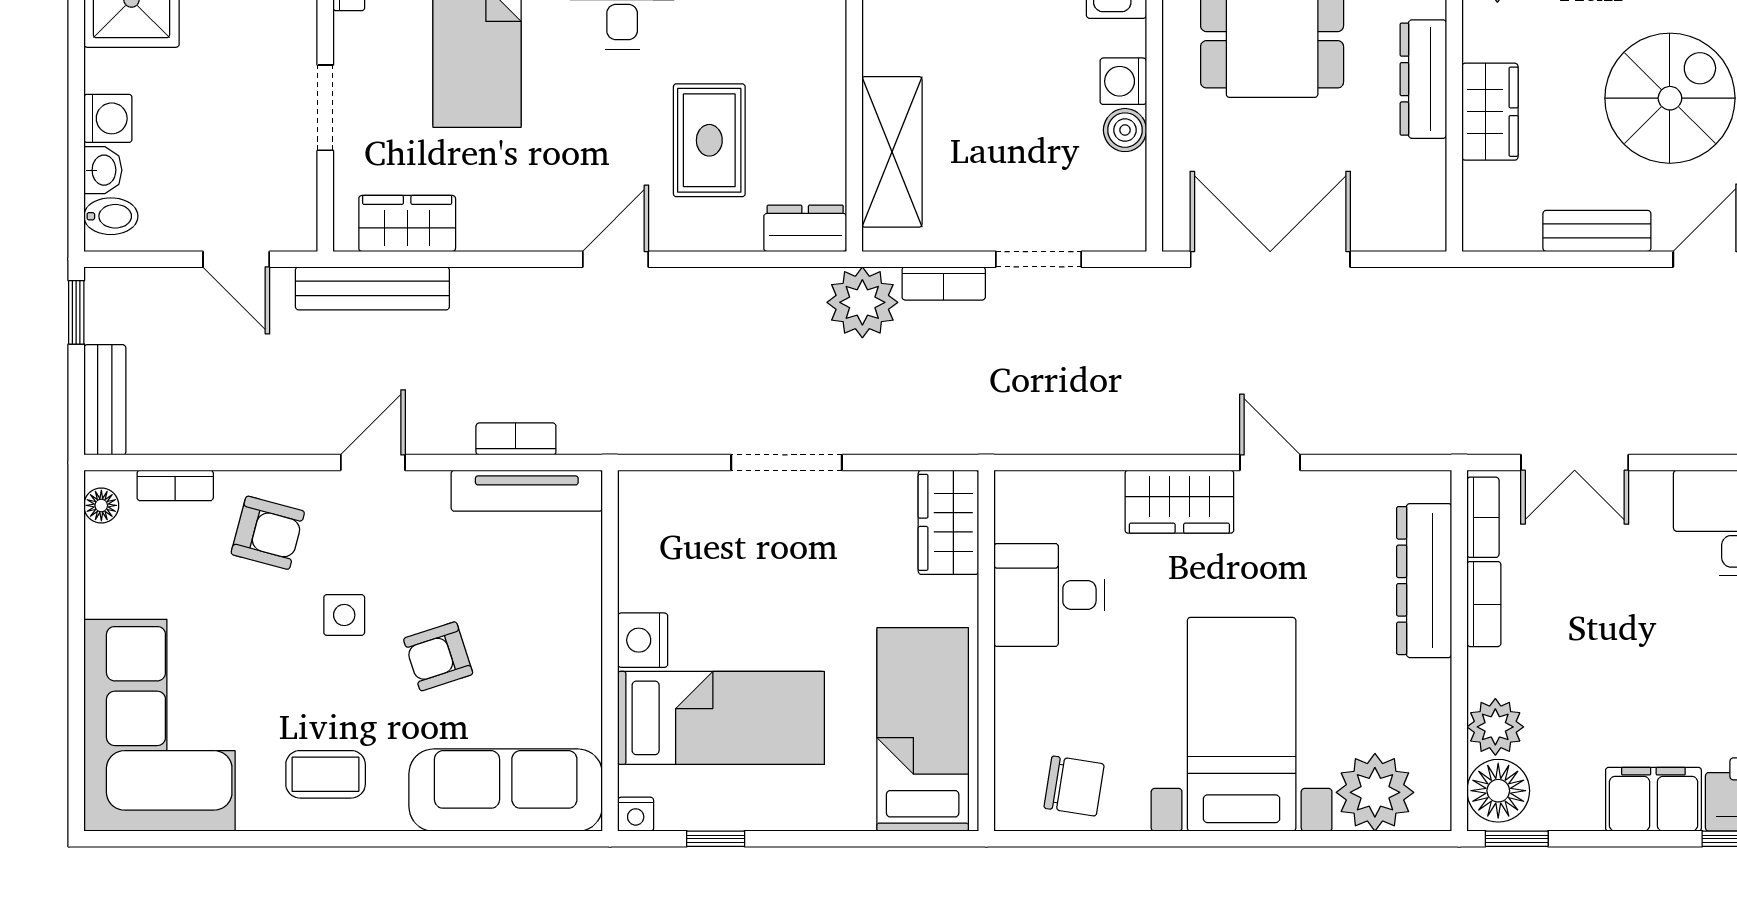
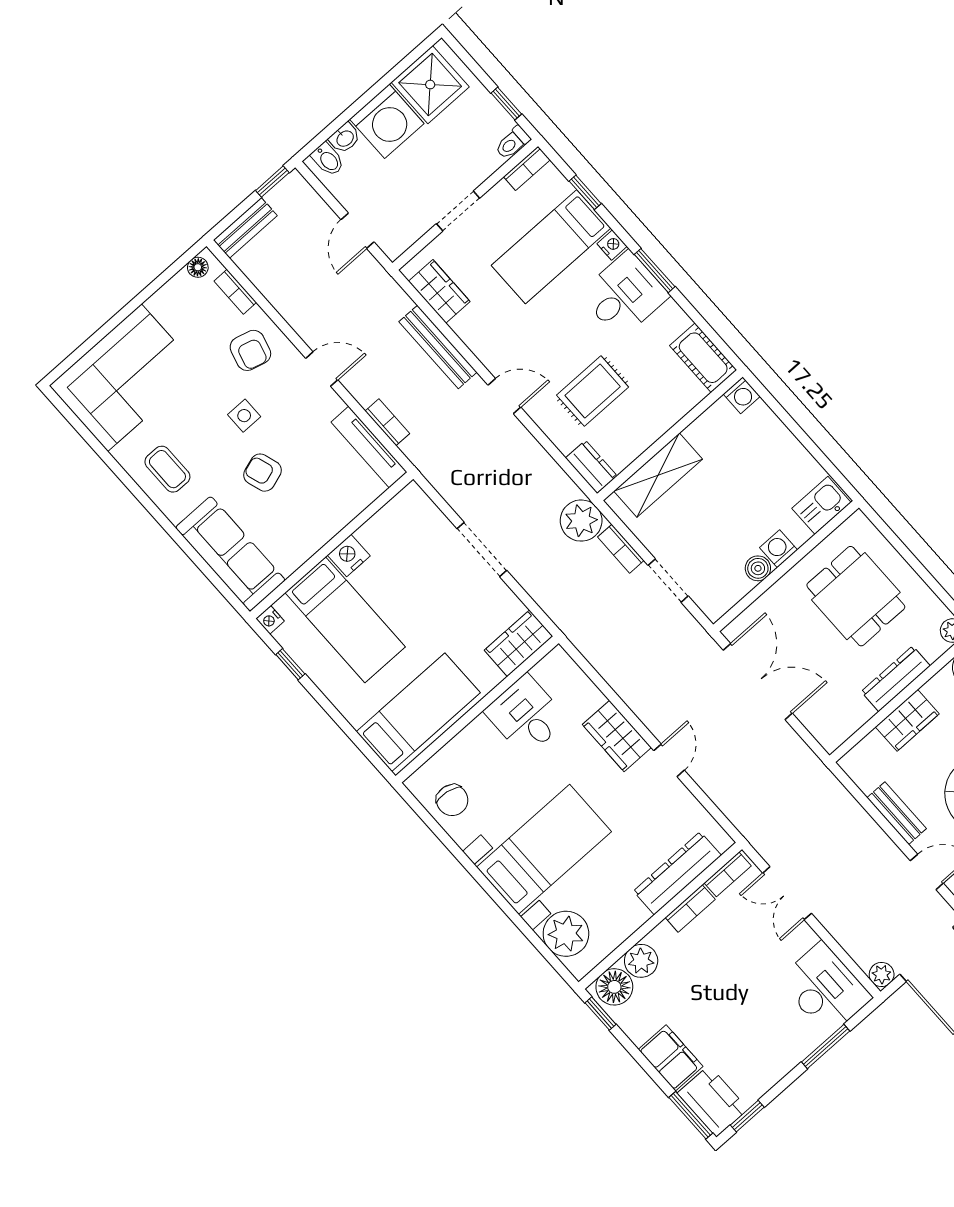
washing machine: (108, 118) -> (387, 121), width x1.89, depth x1.89
bench: (372, 288) -> (438, 347), moved

